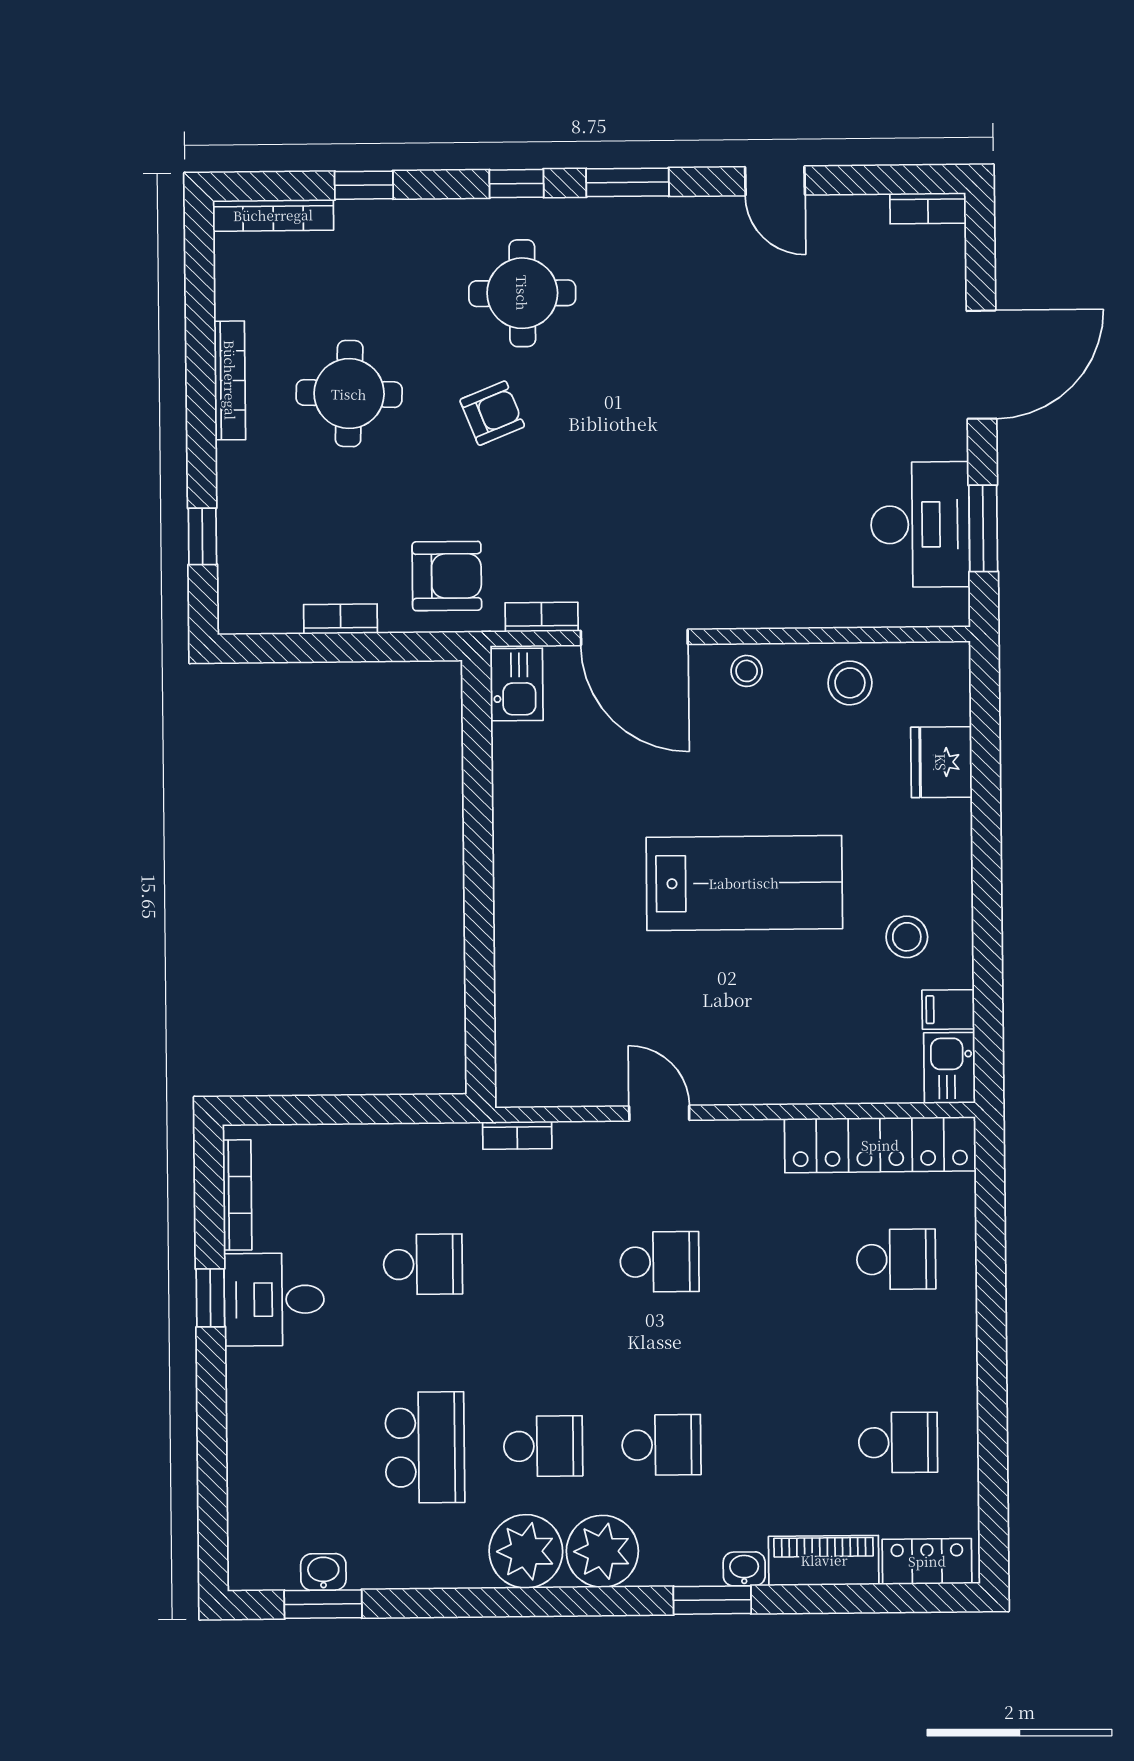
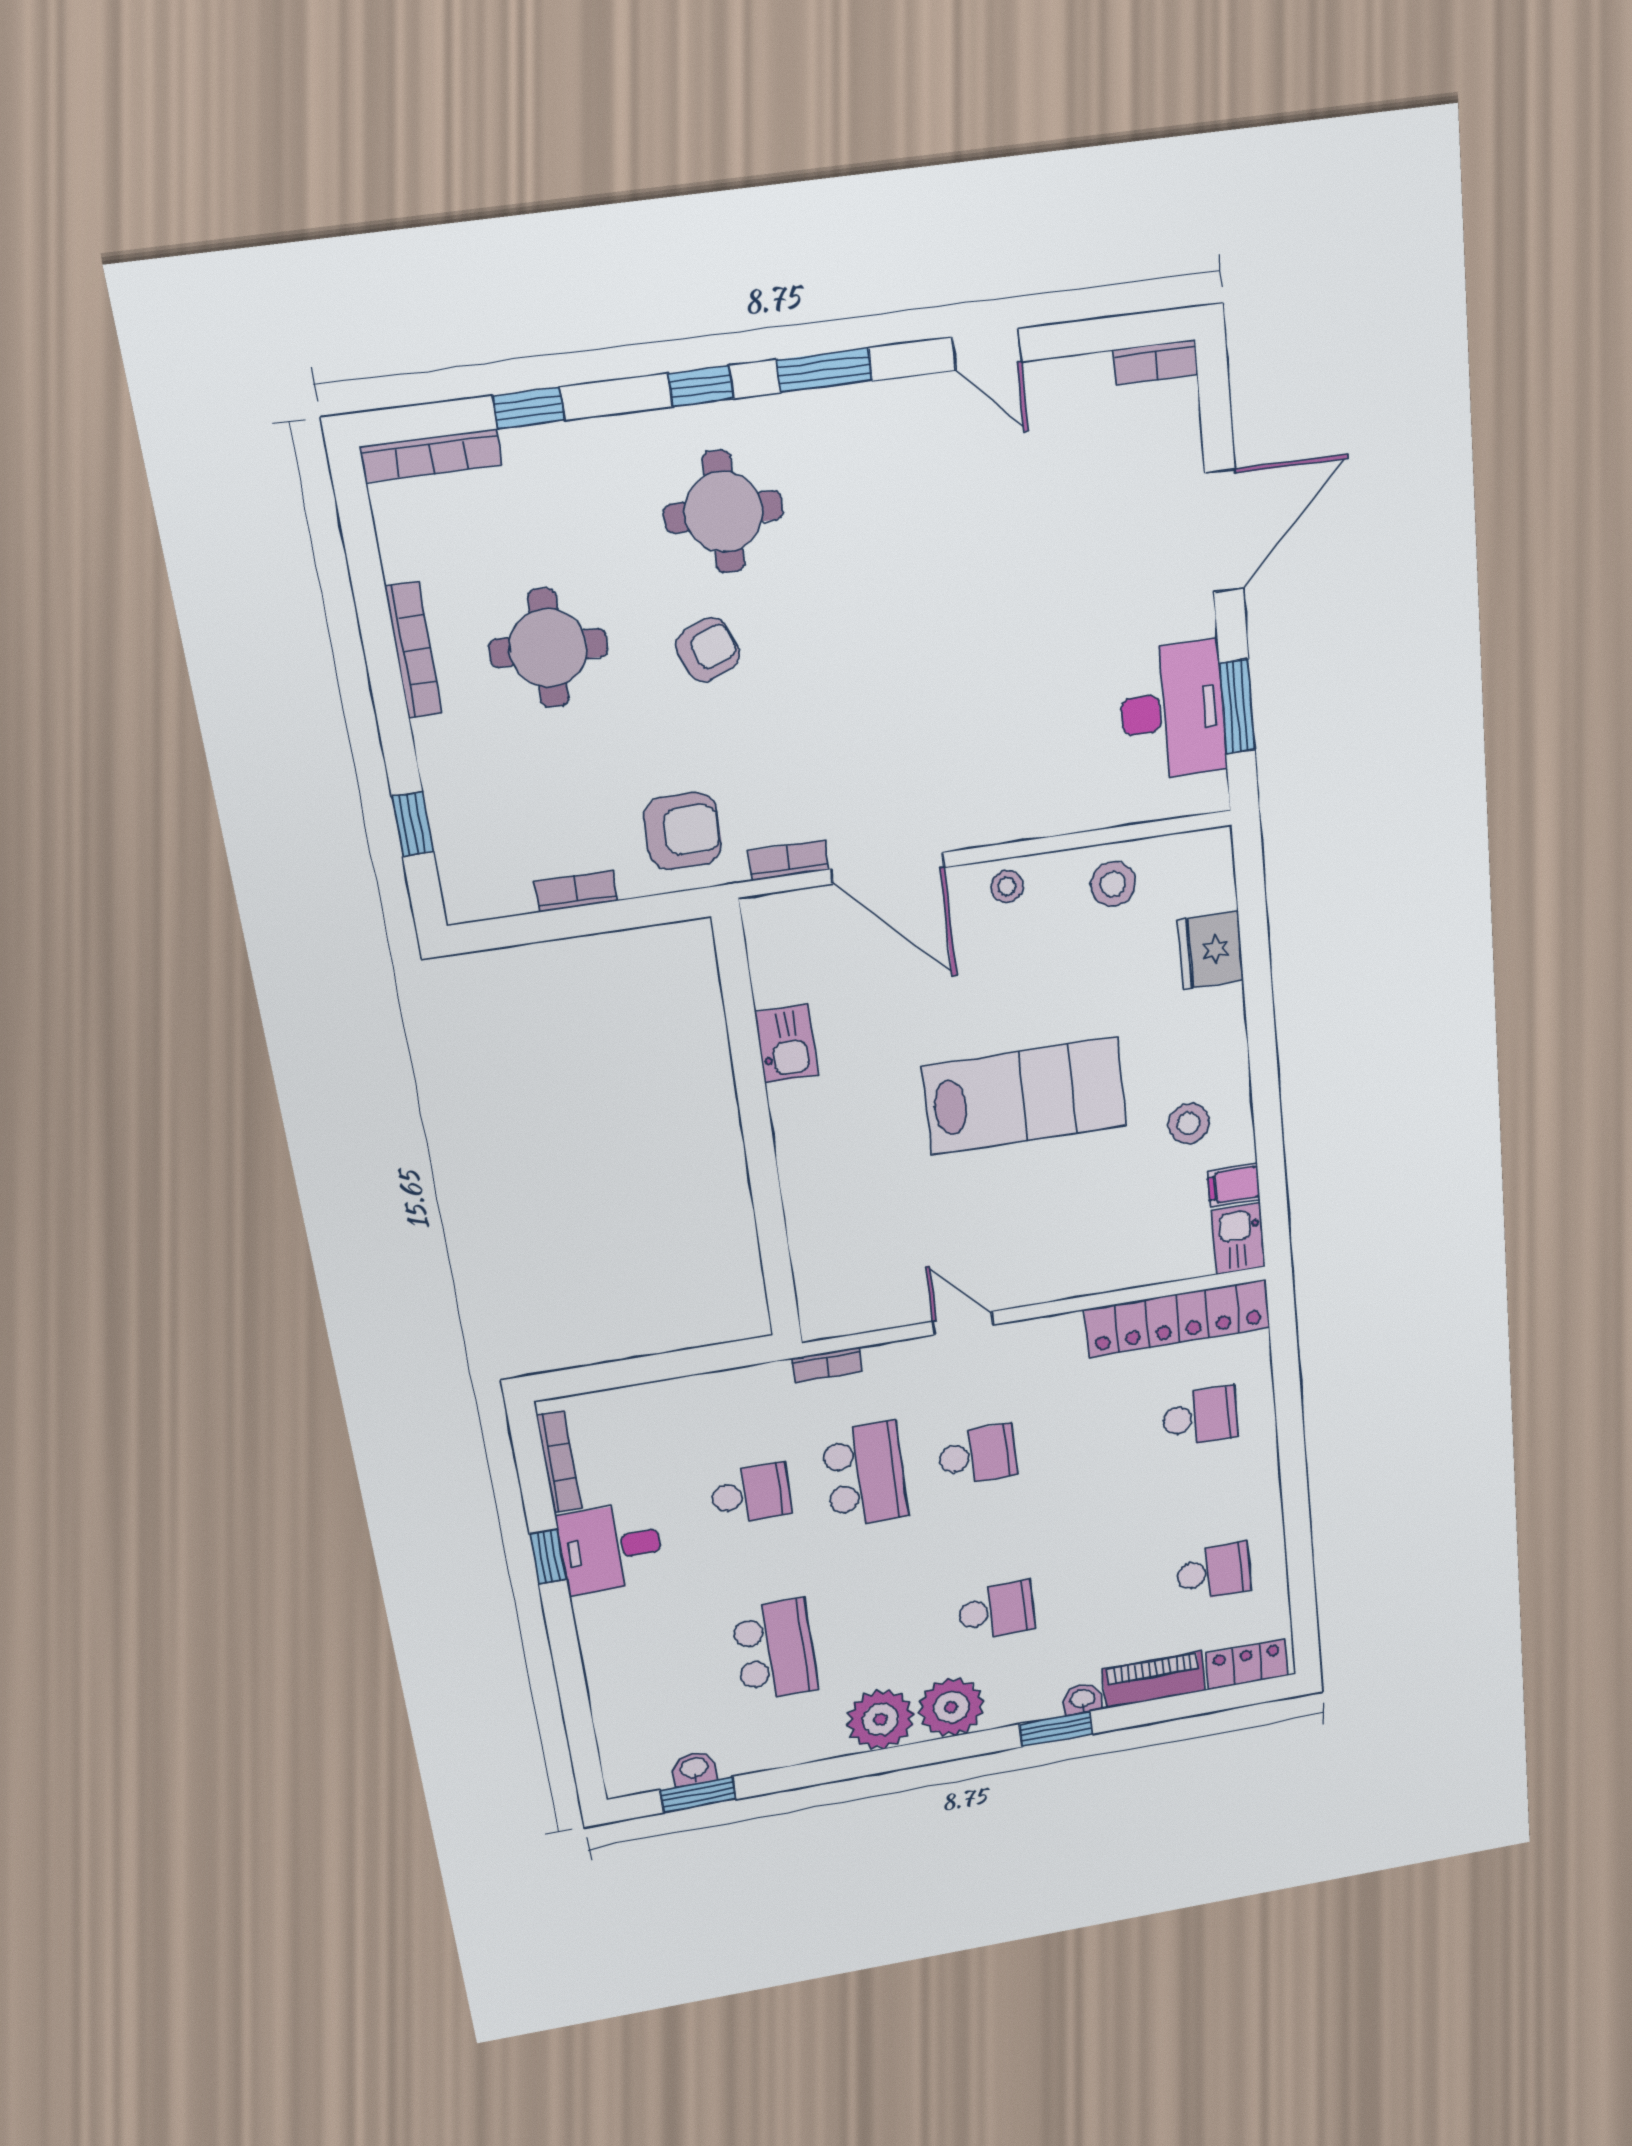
kitchen sink: (517, 684) -> (786, 1044), moved
school desk: (543, 1446) -> (865, 1474), moved, width x1.85

